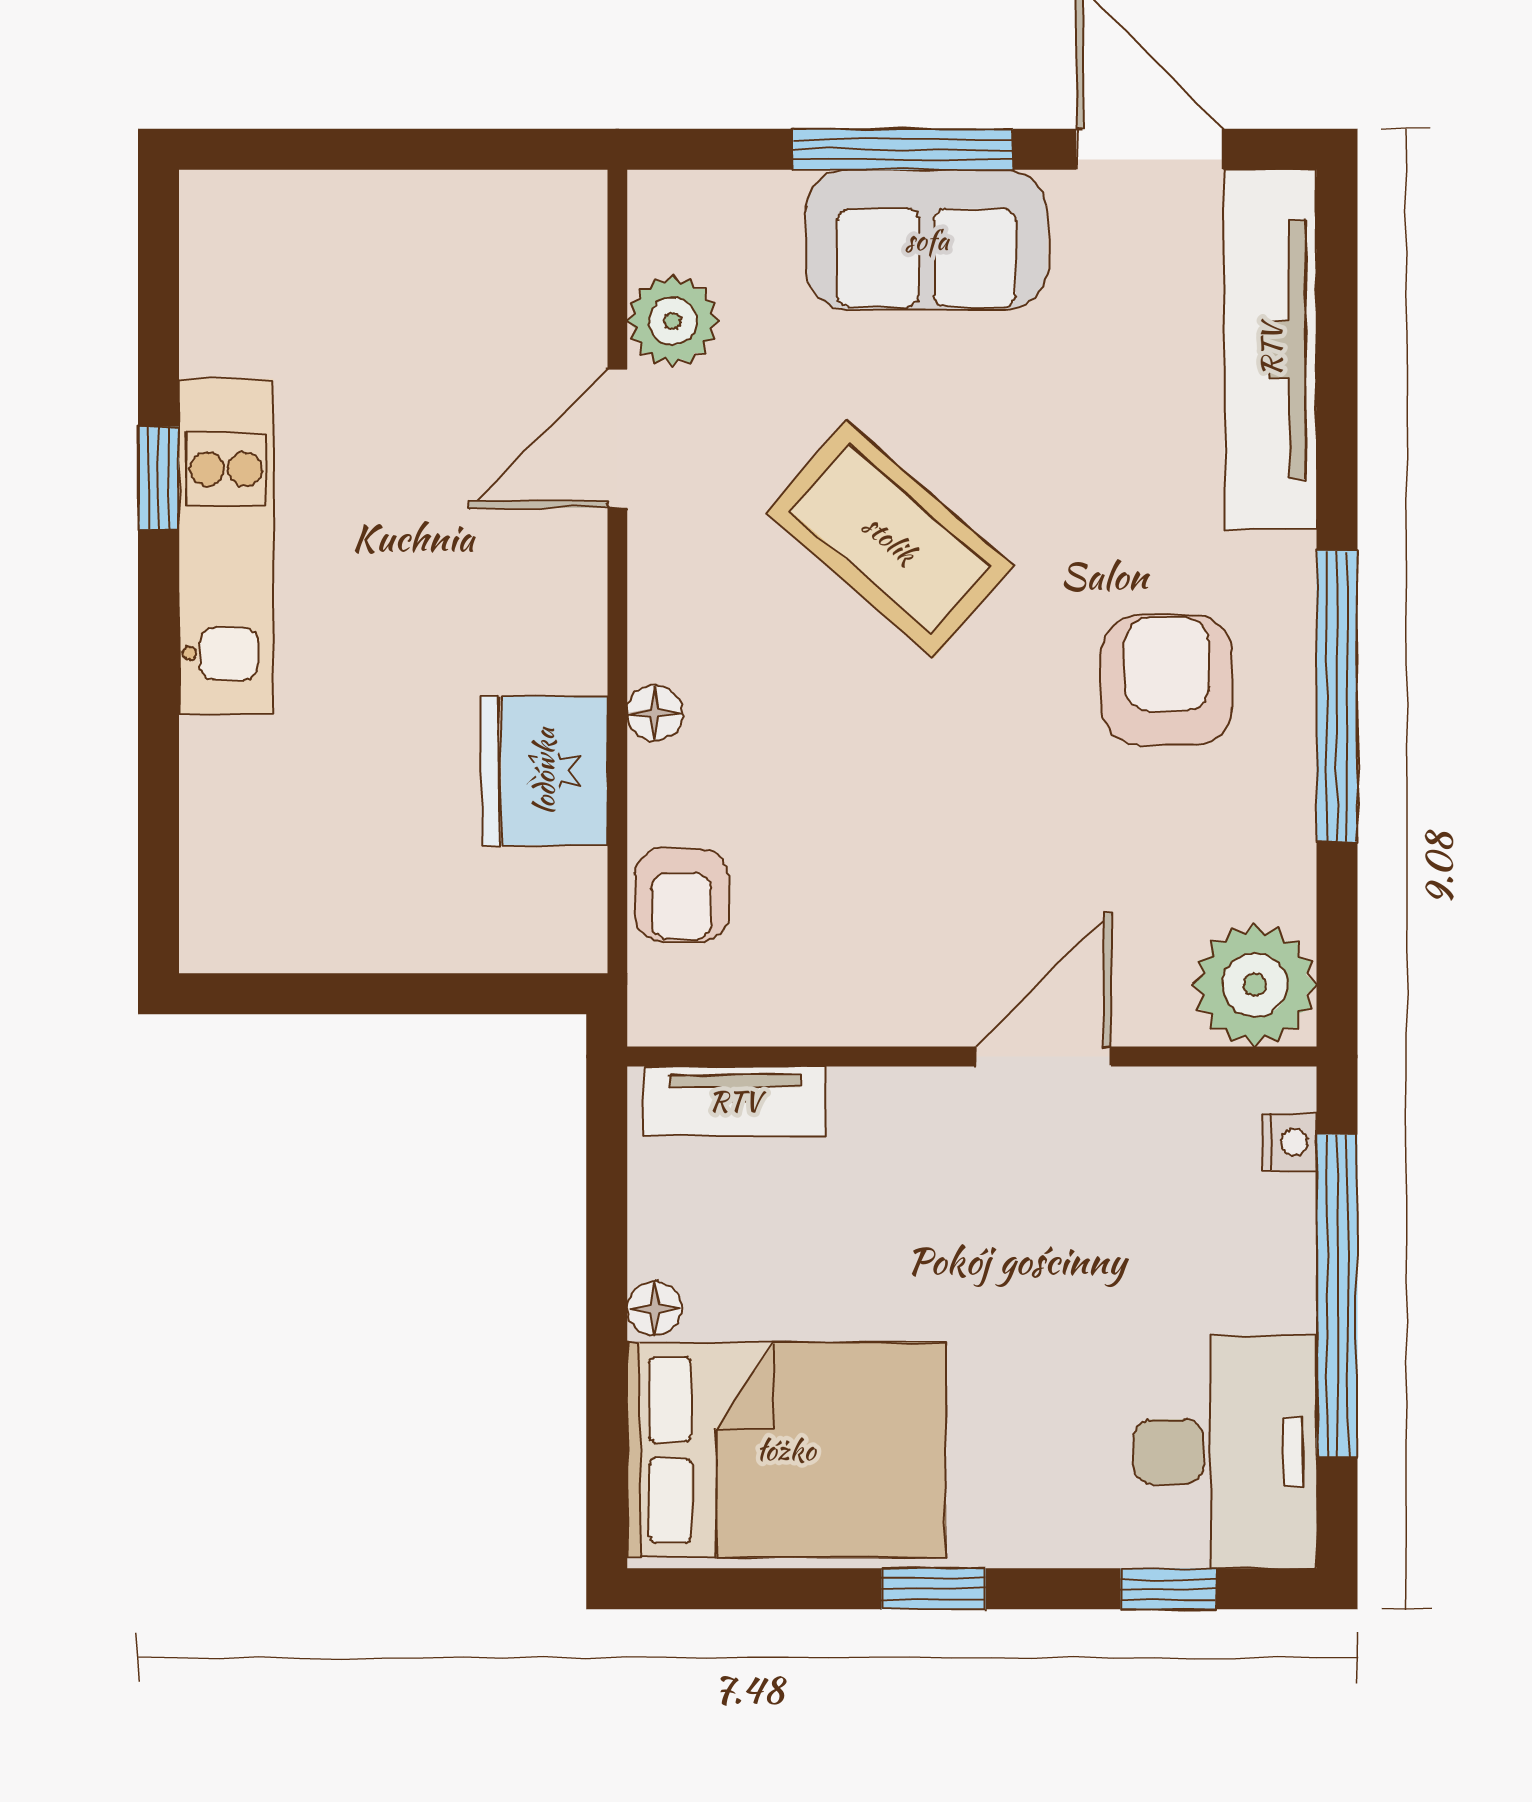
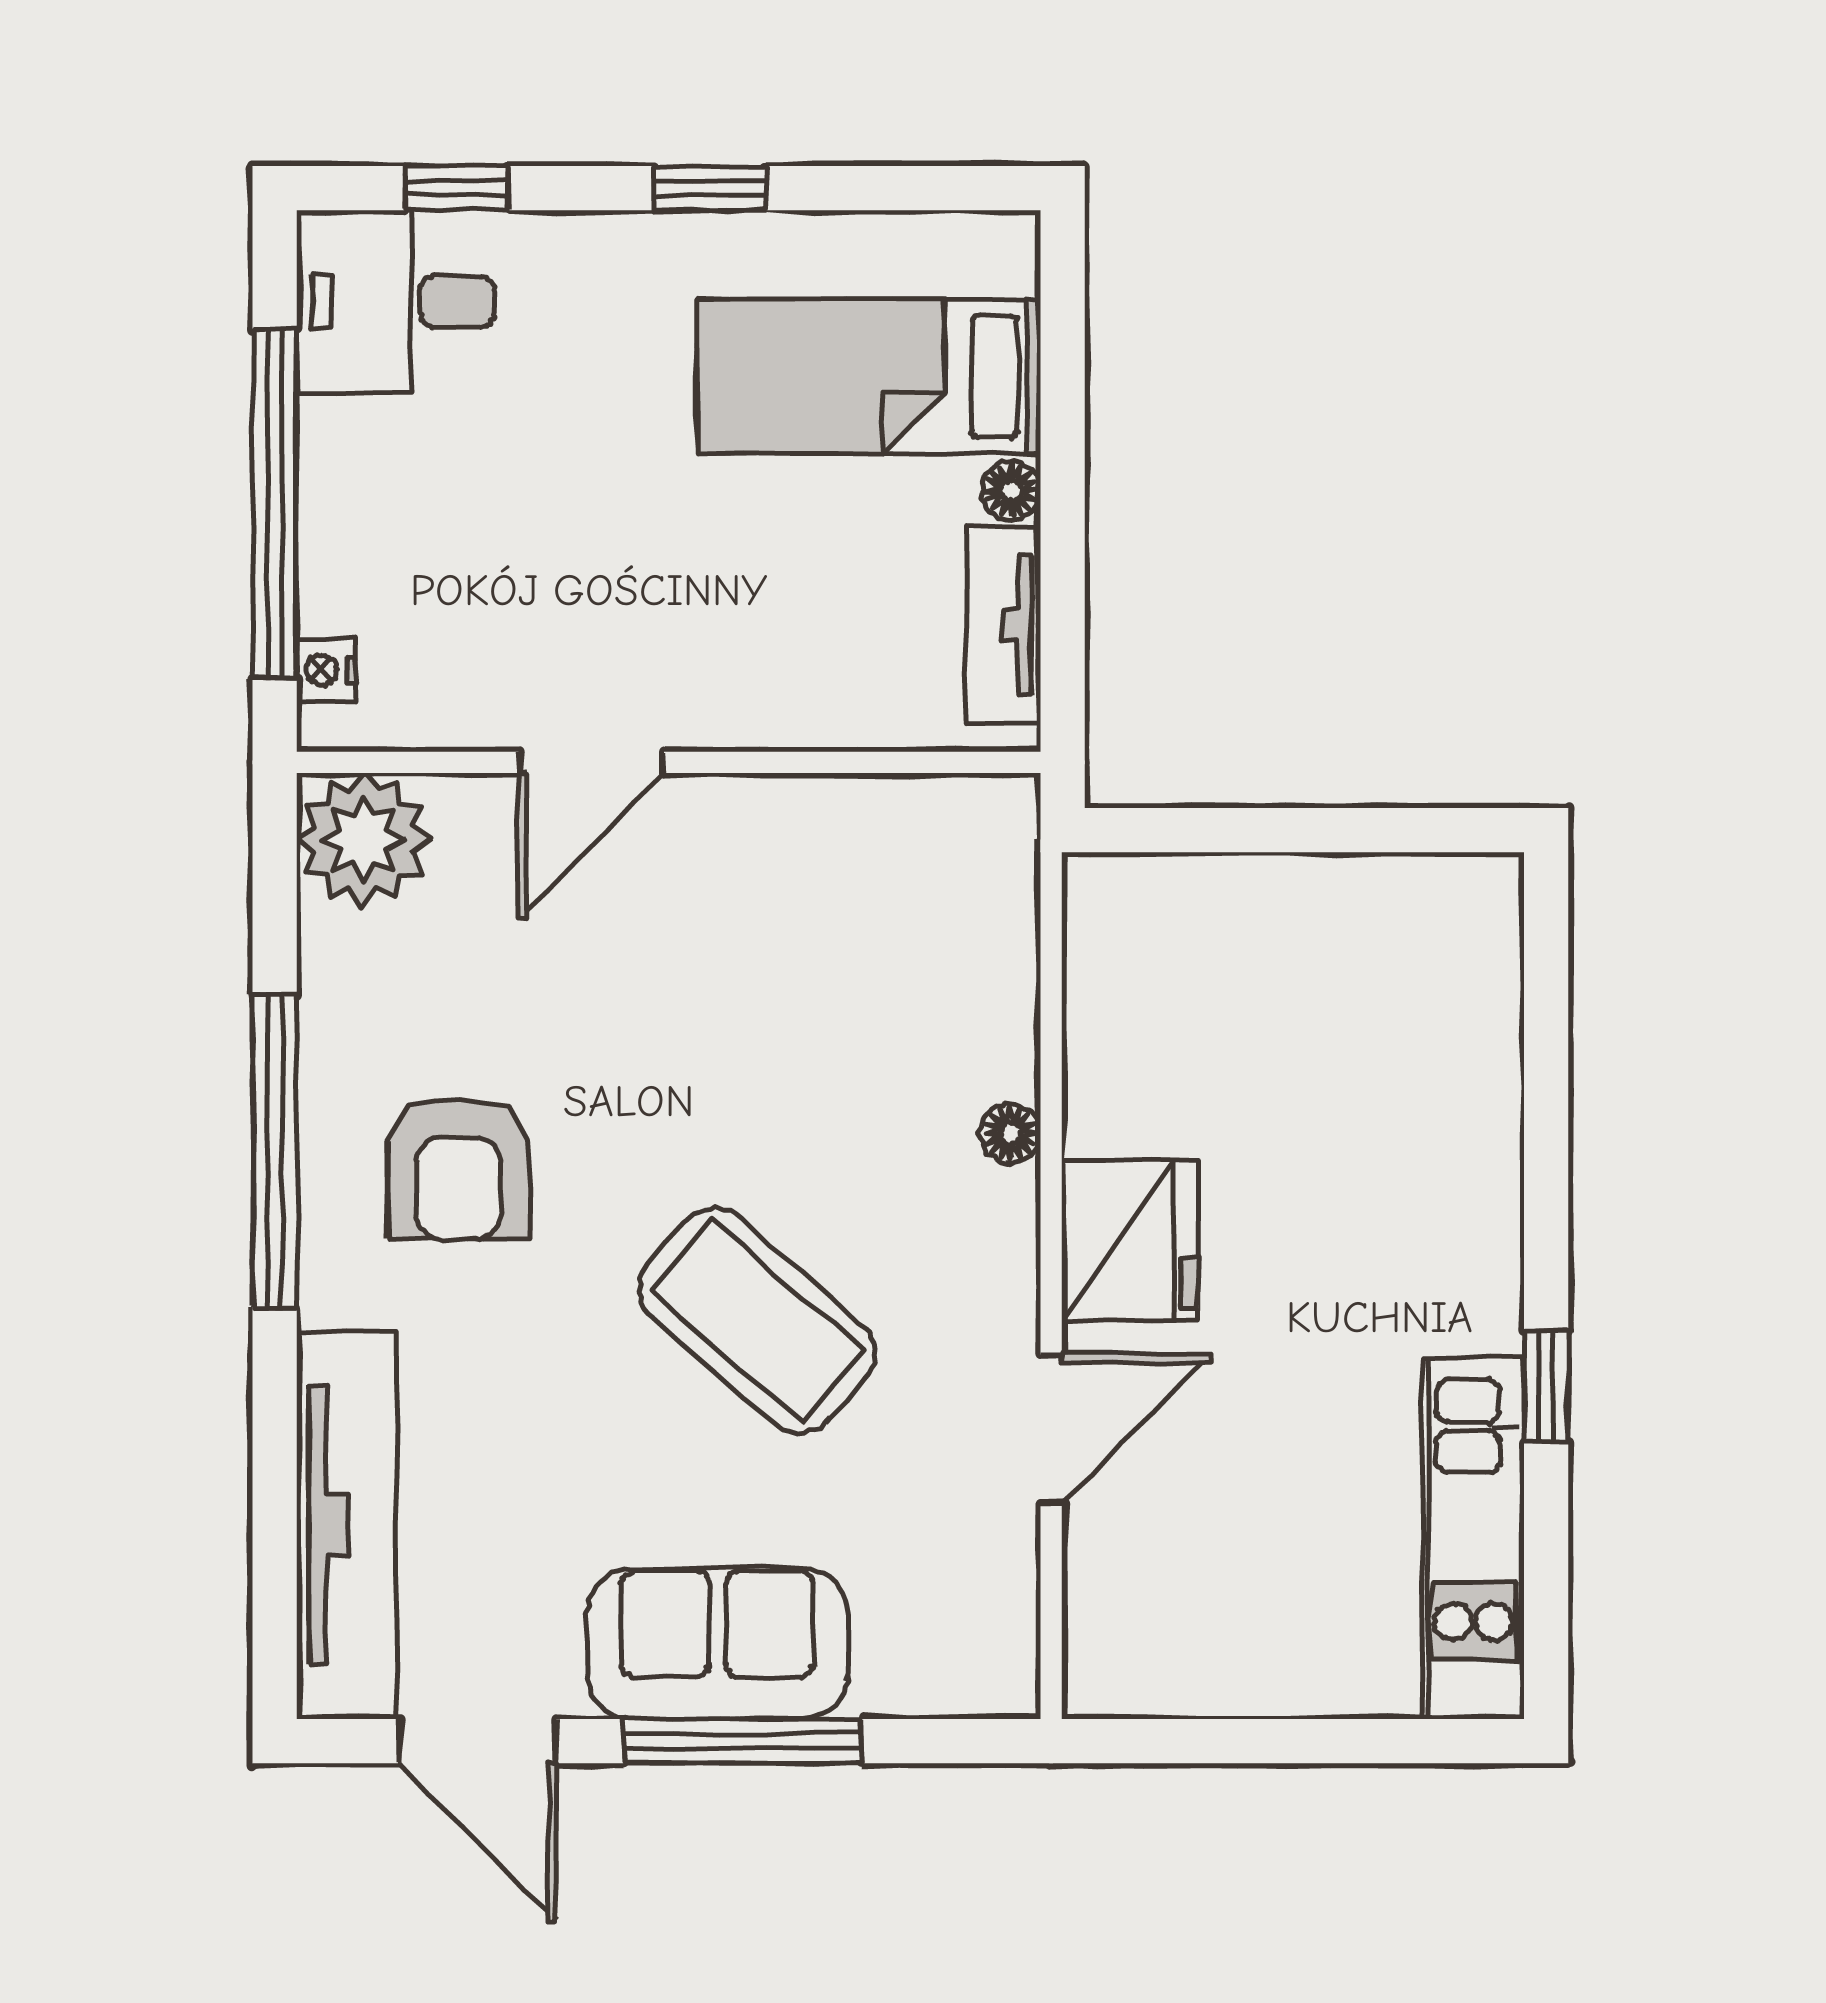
plant: (673, 321) -> (991, 1556), removed
kitchen unit: (226, 546) -> (1473, 1538), moved
fridge: (544, 771) -> (1130, 1241), moved
armchair: (682, 895) -> (982, 937), removed
tv unit: (735, 1101) -> (1003, 625), moved, turned -90
bed: (786, 1450) -> (869, 377), width x0.67
desk: (1225, 1452) -> (396, 302), width x0.73

